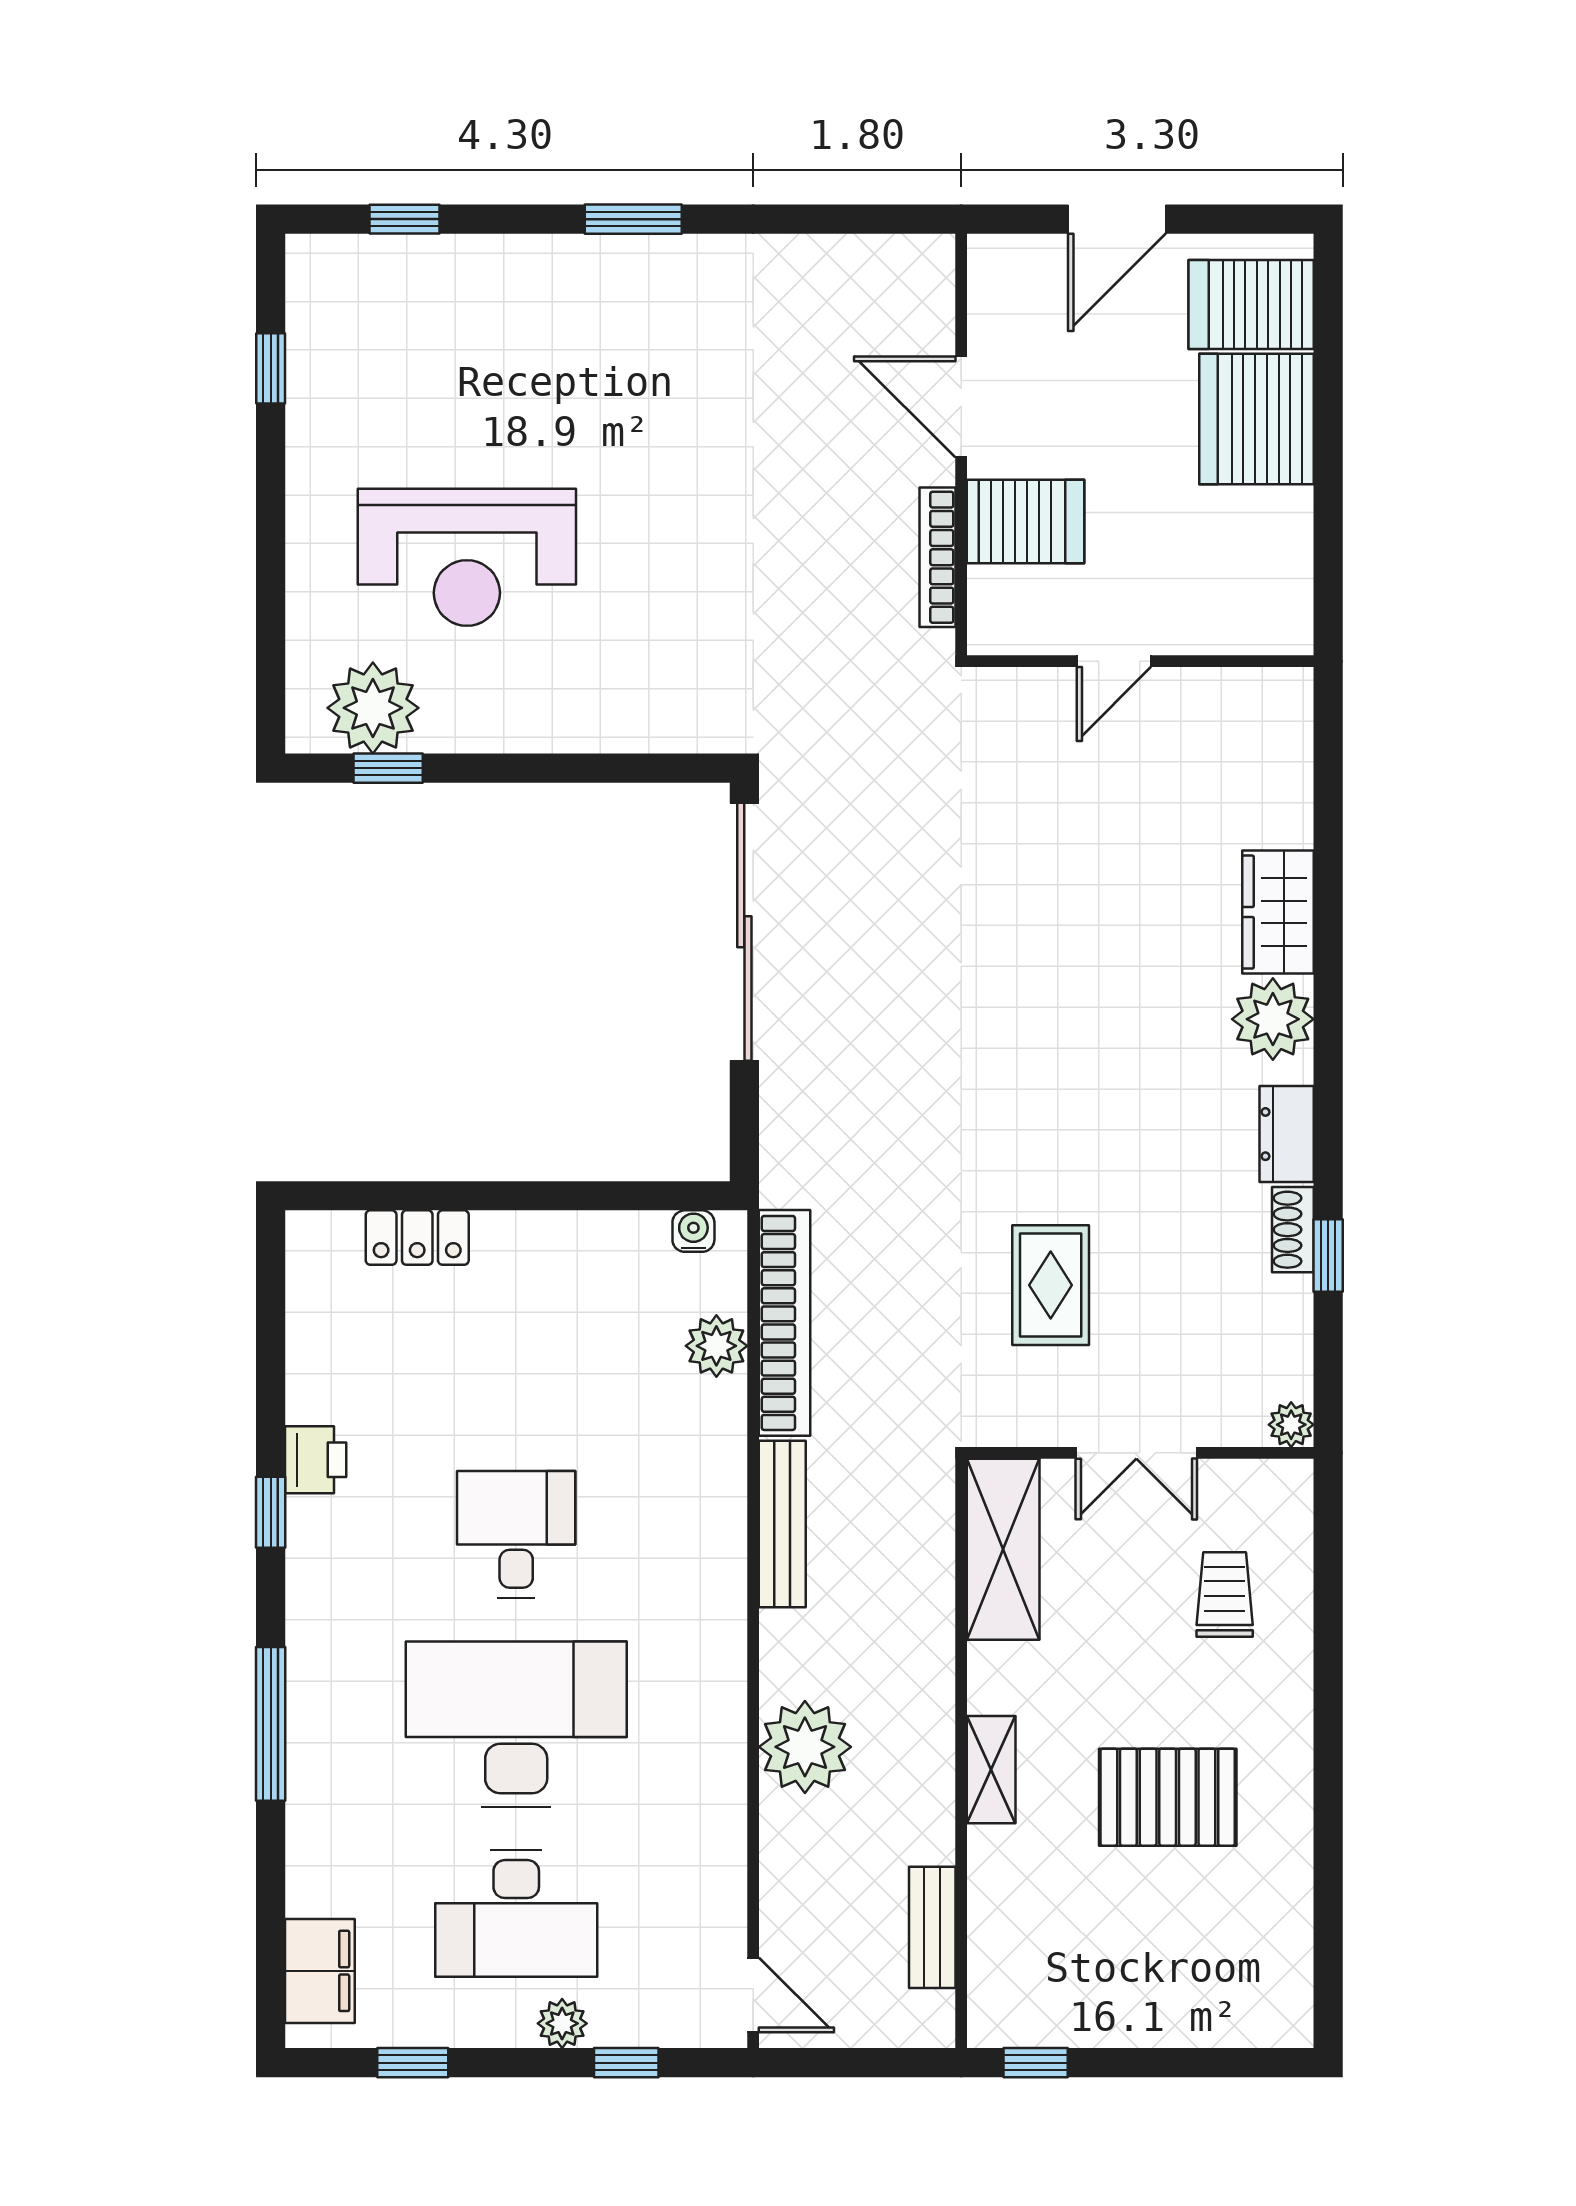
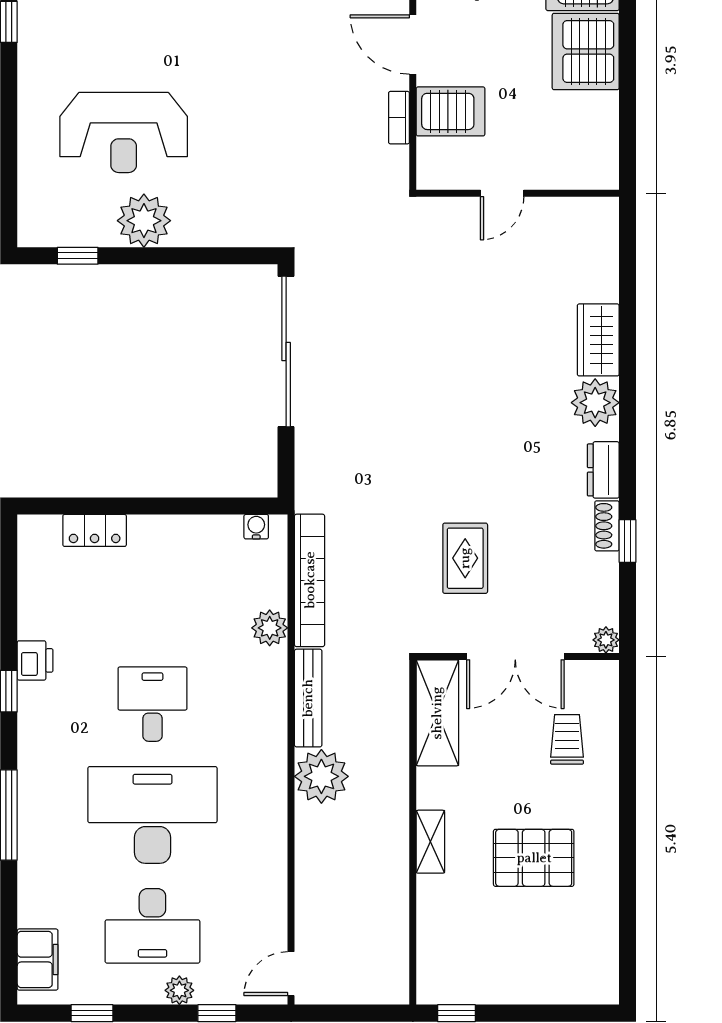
bookcase: (937, 557) -> (399, 118), width x0.64
plant: (373, 708) -> (144, 221), moved
plant: (716, 1346) -> (270, 628), moved
double door: (1136, 1453) -> (515, 656), width x1.37
plant: (805, 1747) -> (321, 776), moved
bench: (932, 1927) -> (396, 934), removed
door: (753, 1995) -> (291, 974), swing flipped

